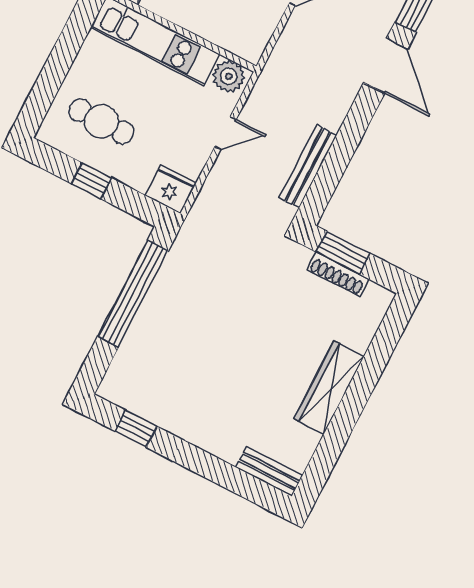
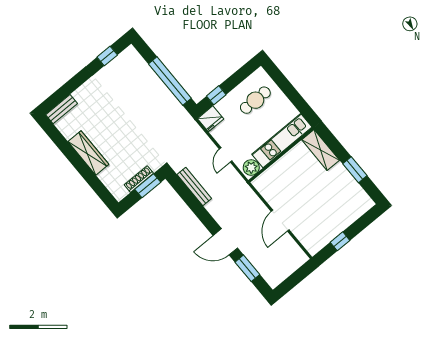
window: (91, 181) -> (216, 95), moved

